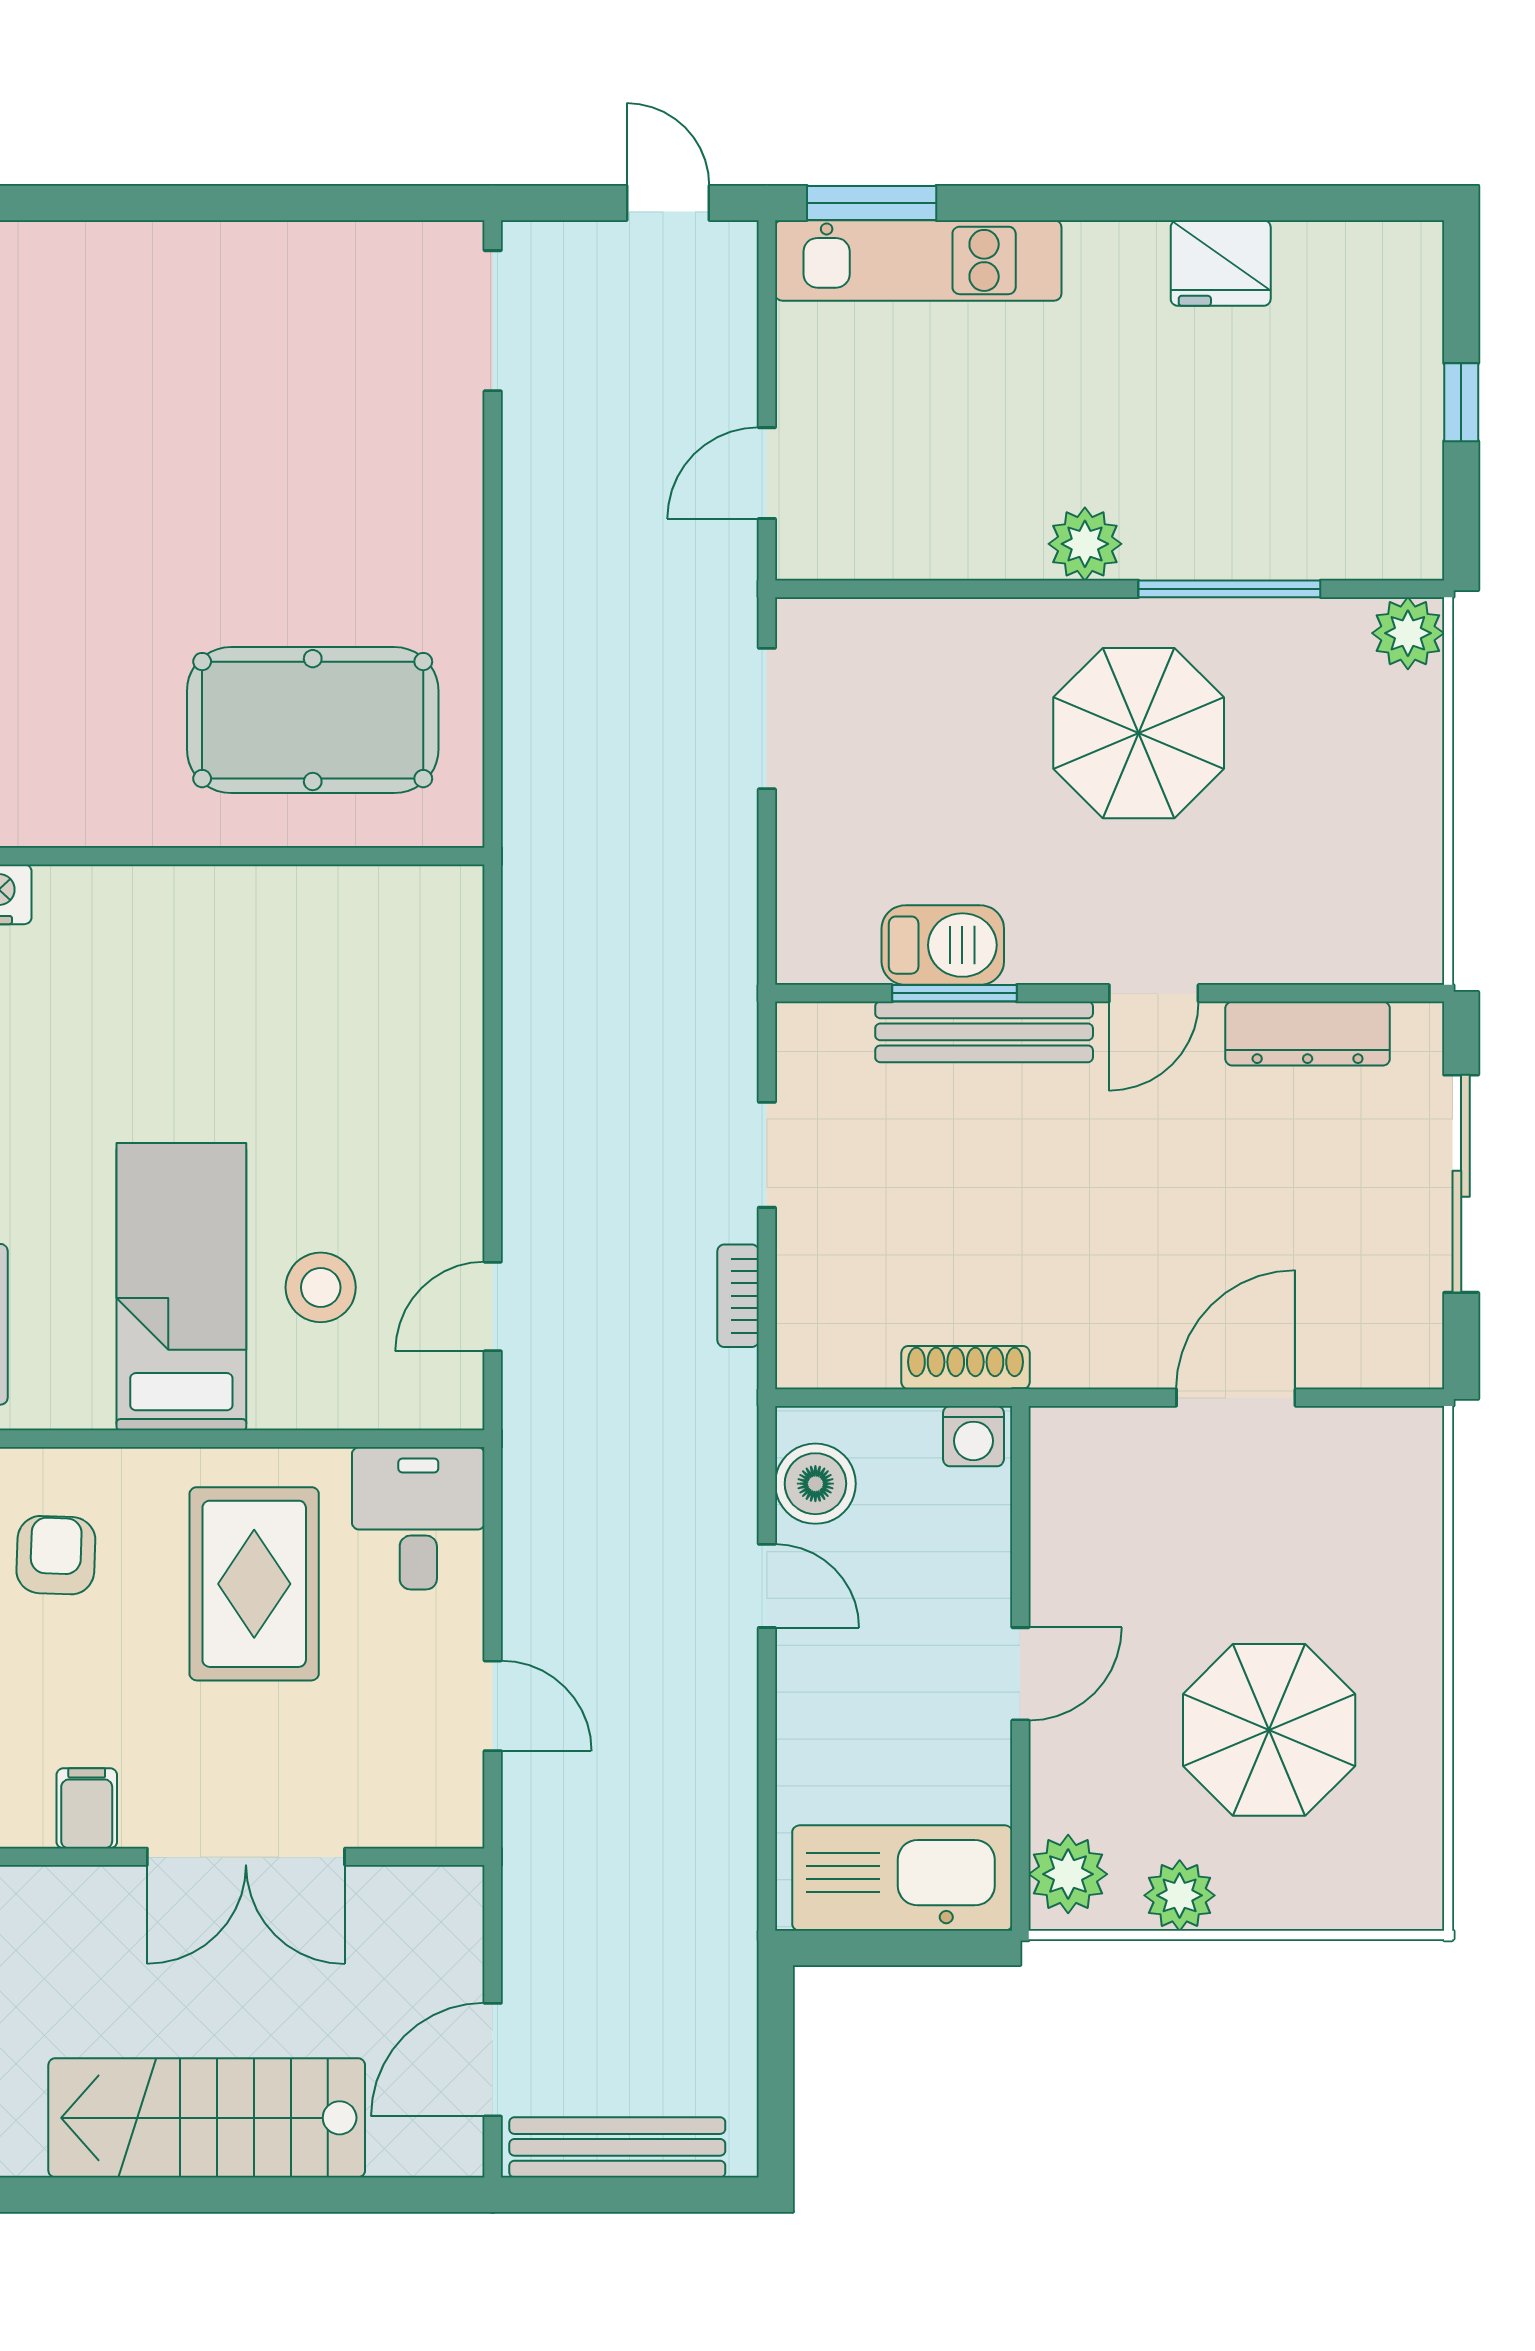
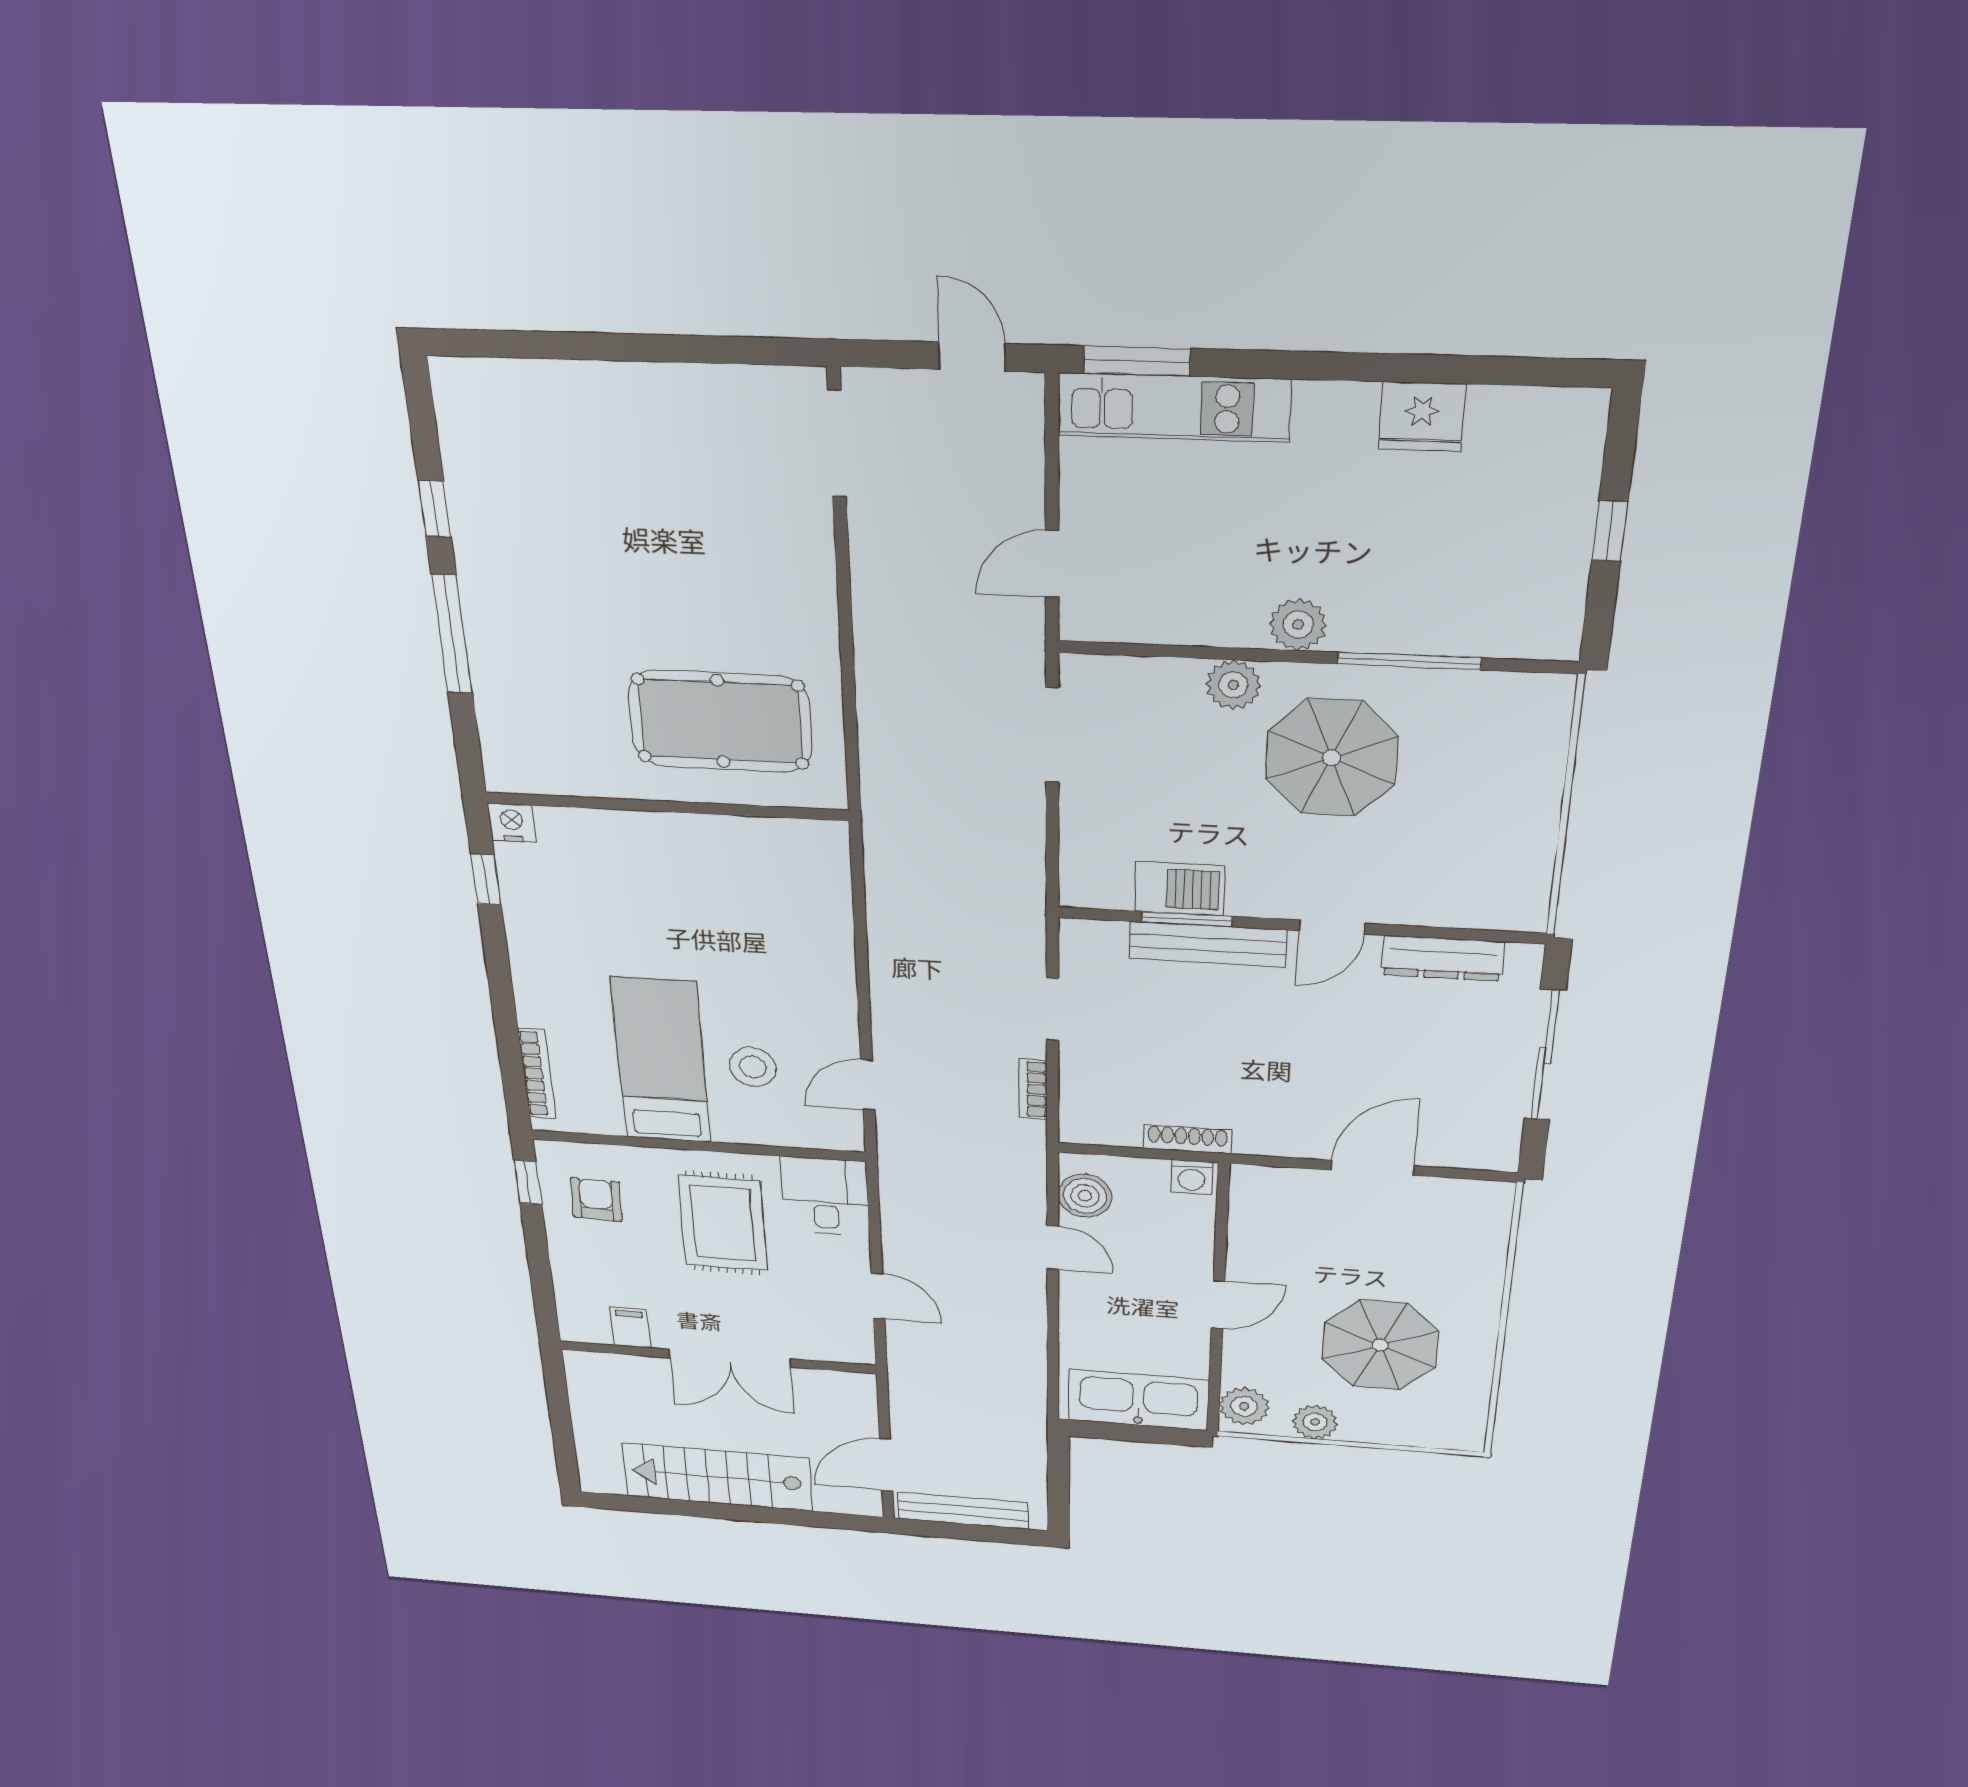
plant: (1408, 633) -> (1233, 685), moved

